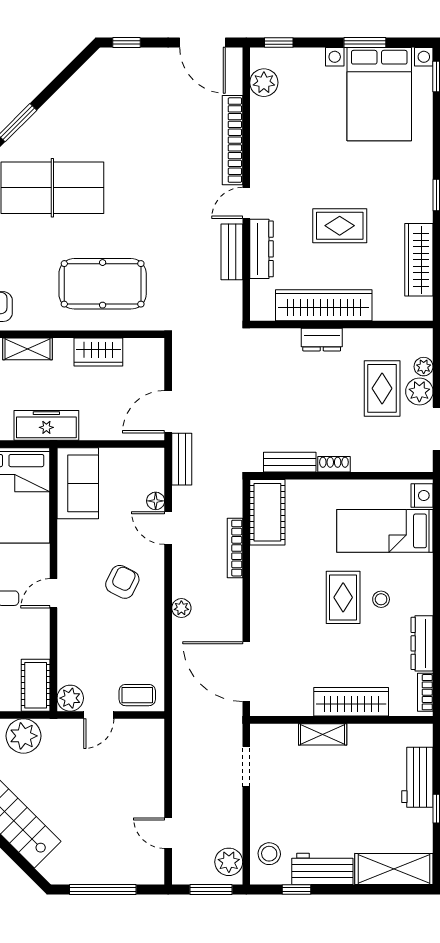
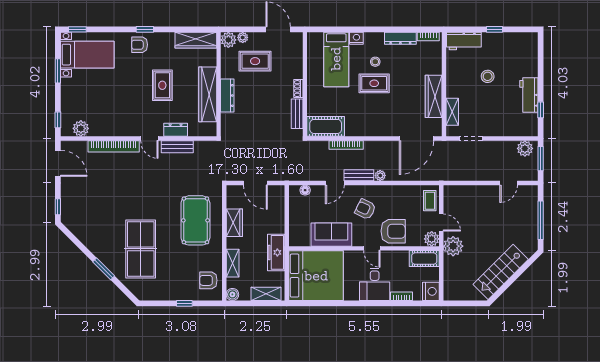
door: (203, 43) -> (58, 163), hinge flipped
bed with nightstands: (379, 94) -> (87, 55), width x0.73
armchair: (411, 186) -> (140, 45), added
dresser: (262, 249) -> (176, 130), width x0.70
wardrobe: (419, 260) -> (196, 40), moved
dresser: (322, 340) -> (227, 96), width x1.44
plant: (419, 392) -> (228, 40), moved
door: (168, 412) -> (255, 183), moved
bench: (182, 459) -> (359, 175), moved
sofa: (78, 483) -> (331, 235), moved
nightstand: (422, 496) -> (356, 38), moved
floor lamp: (156, 501) -> (305, 190), moved
armchair: (84, 631) -> (393, 231), added
wardrobe: (351, 702) -> (434, 96), moved
shelving: (323, 734) -> (452, 112), moved
plant: (23, 736) -> (453, 246), moved
workbench: (417, 777) -> (464, 41), moved
stool: (269, 854) -> (488, 76), moved
shelving: (394, 869) -> (529, 54), removed

